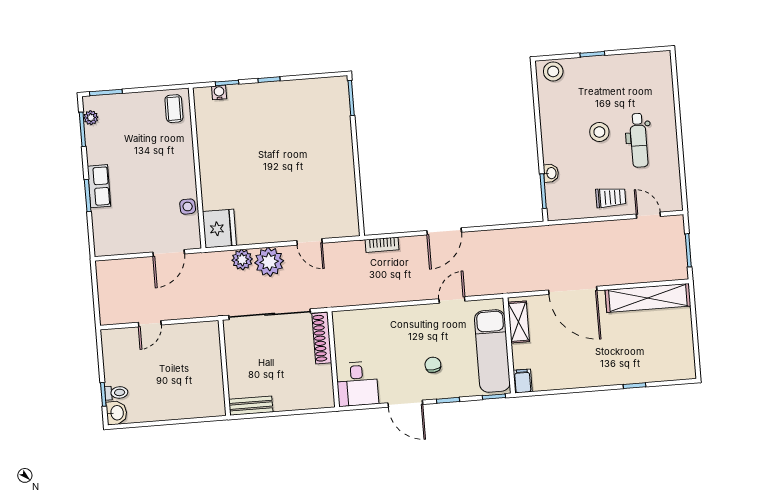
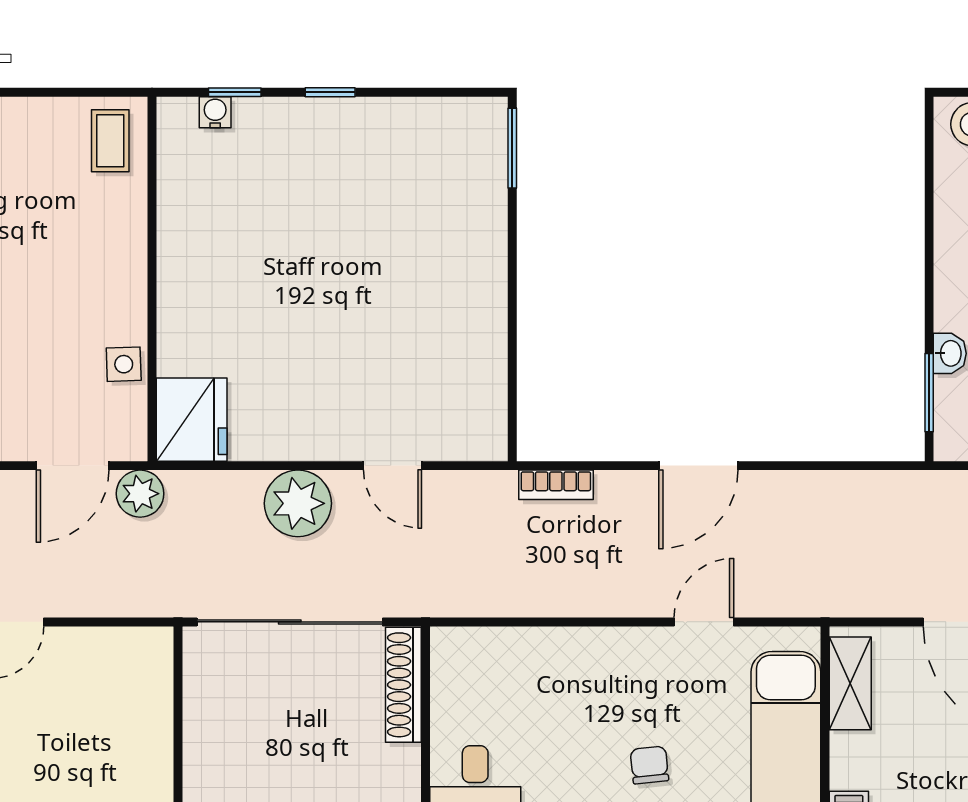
plant: (242, 260) -> (140, 494), moved

